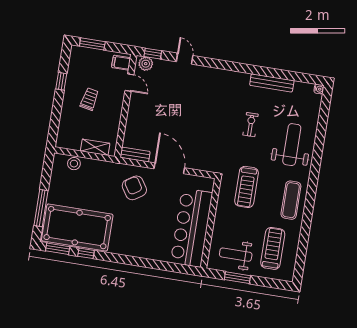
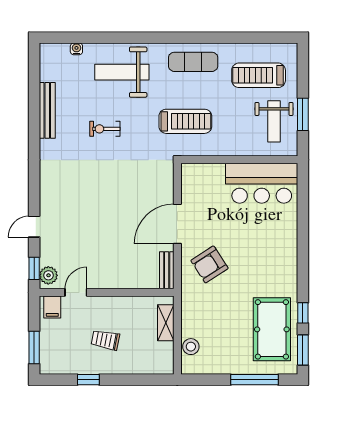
water cooler: (319, 89) -> (76, 49), moved
pool table: (77, 228) -> (272, 329), width x0.73, depth x0.76
bar counter: (192, 228) -> (262, 183), width x0.73

